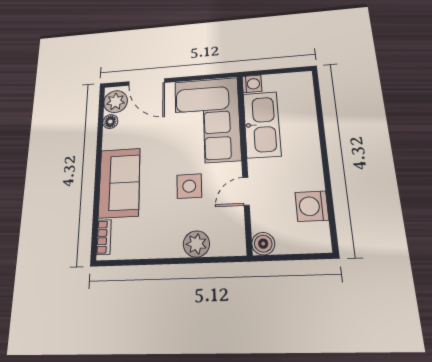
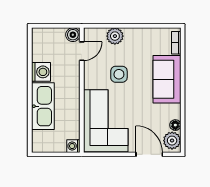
kitchen sink: (262, 125) -> (43, 106), moved, turned 180
door: (246, 191) -> (82, 51), moved
washing machine: (312, 206) -> (41, 72), moved

